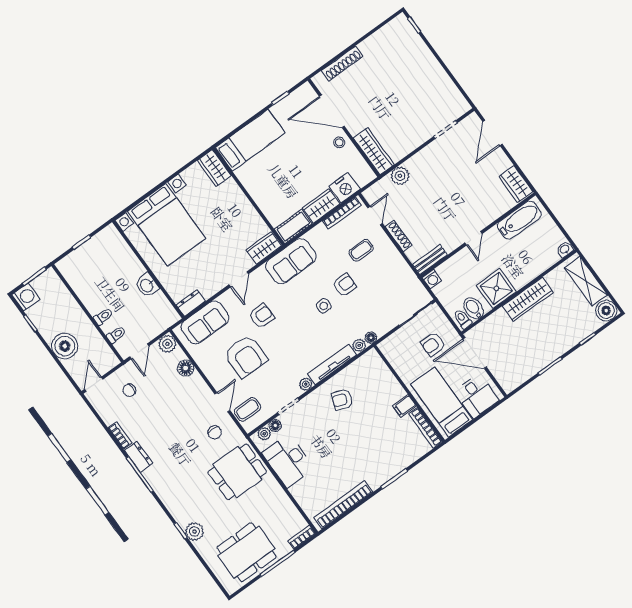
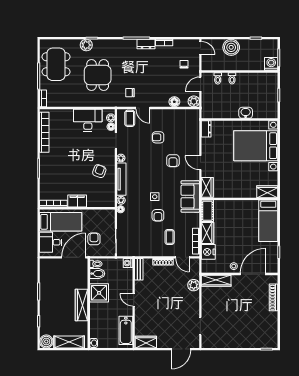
door: (492, 133) -> (181, 349), swing flipped
washbasin: (147, 285) -> (246, 113), moved
washing machine: (26, 297) -> (271, 64), moved, turned 180
sofa: (205, 322) -> (191, 129), removed
door: (139, 351) -> (200, 84), hinge flipped
armchair: (246, 356) -> (158, 137), width x0.53, depth x0.53
filing cabinet: (405, 406) -> (77, 201), width x2.00
dining table: (237, 472) -> (98, 75), moved

